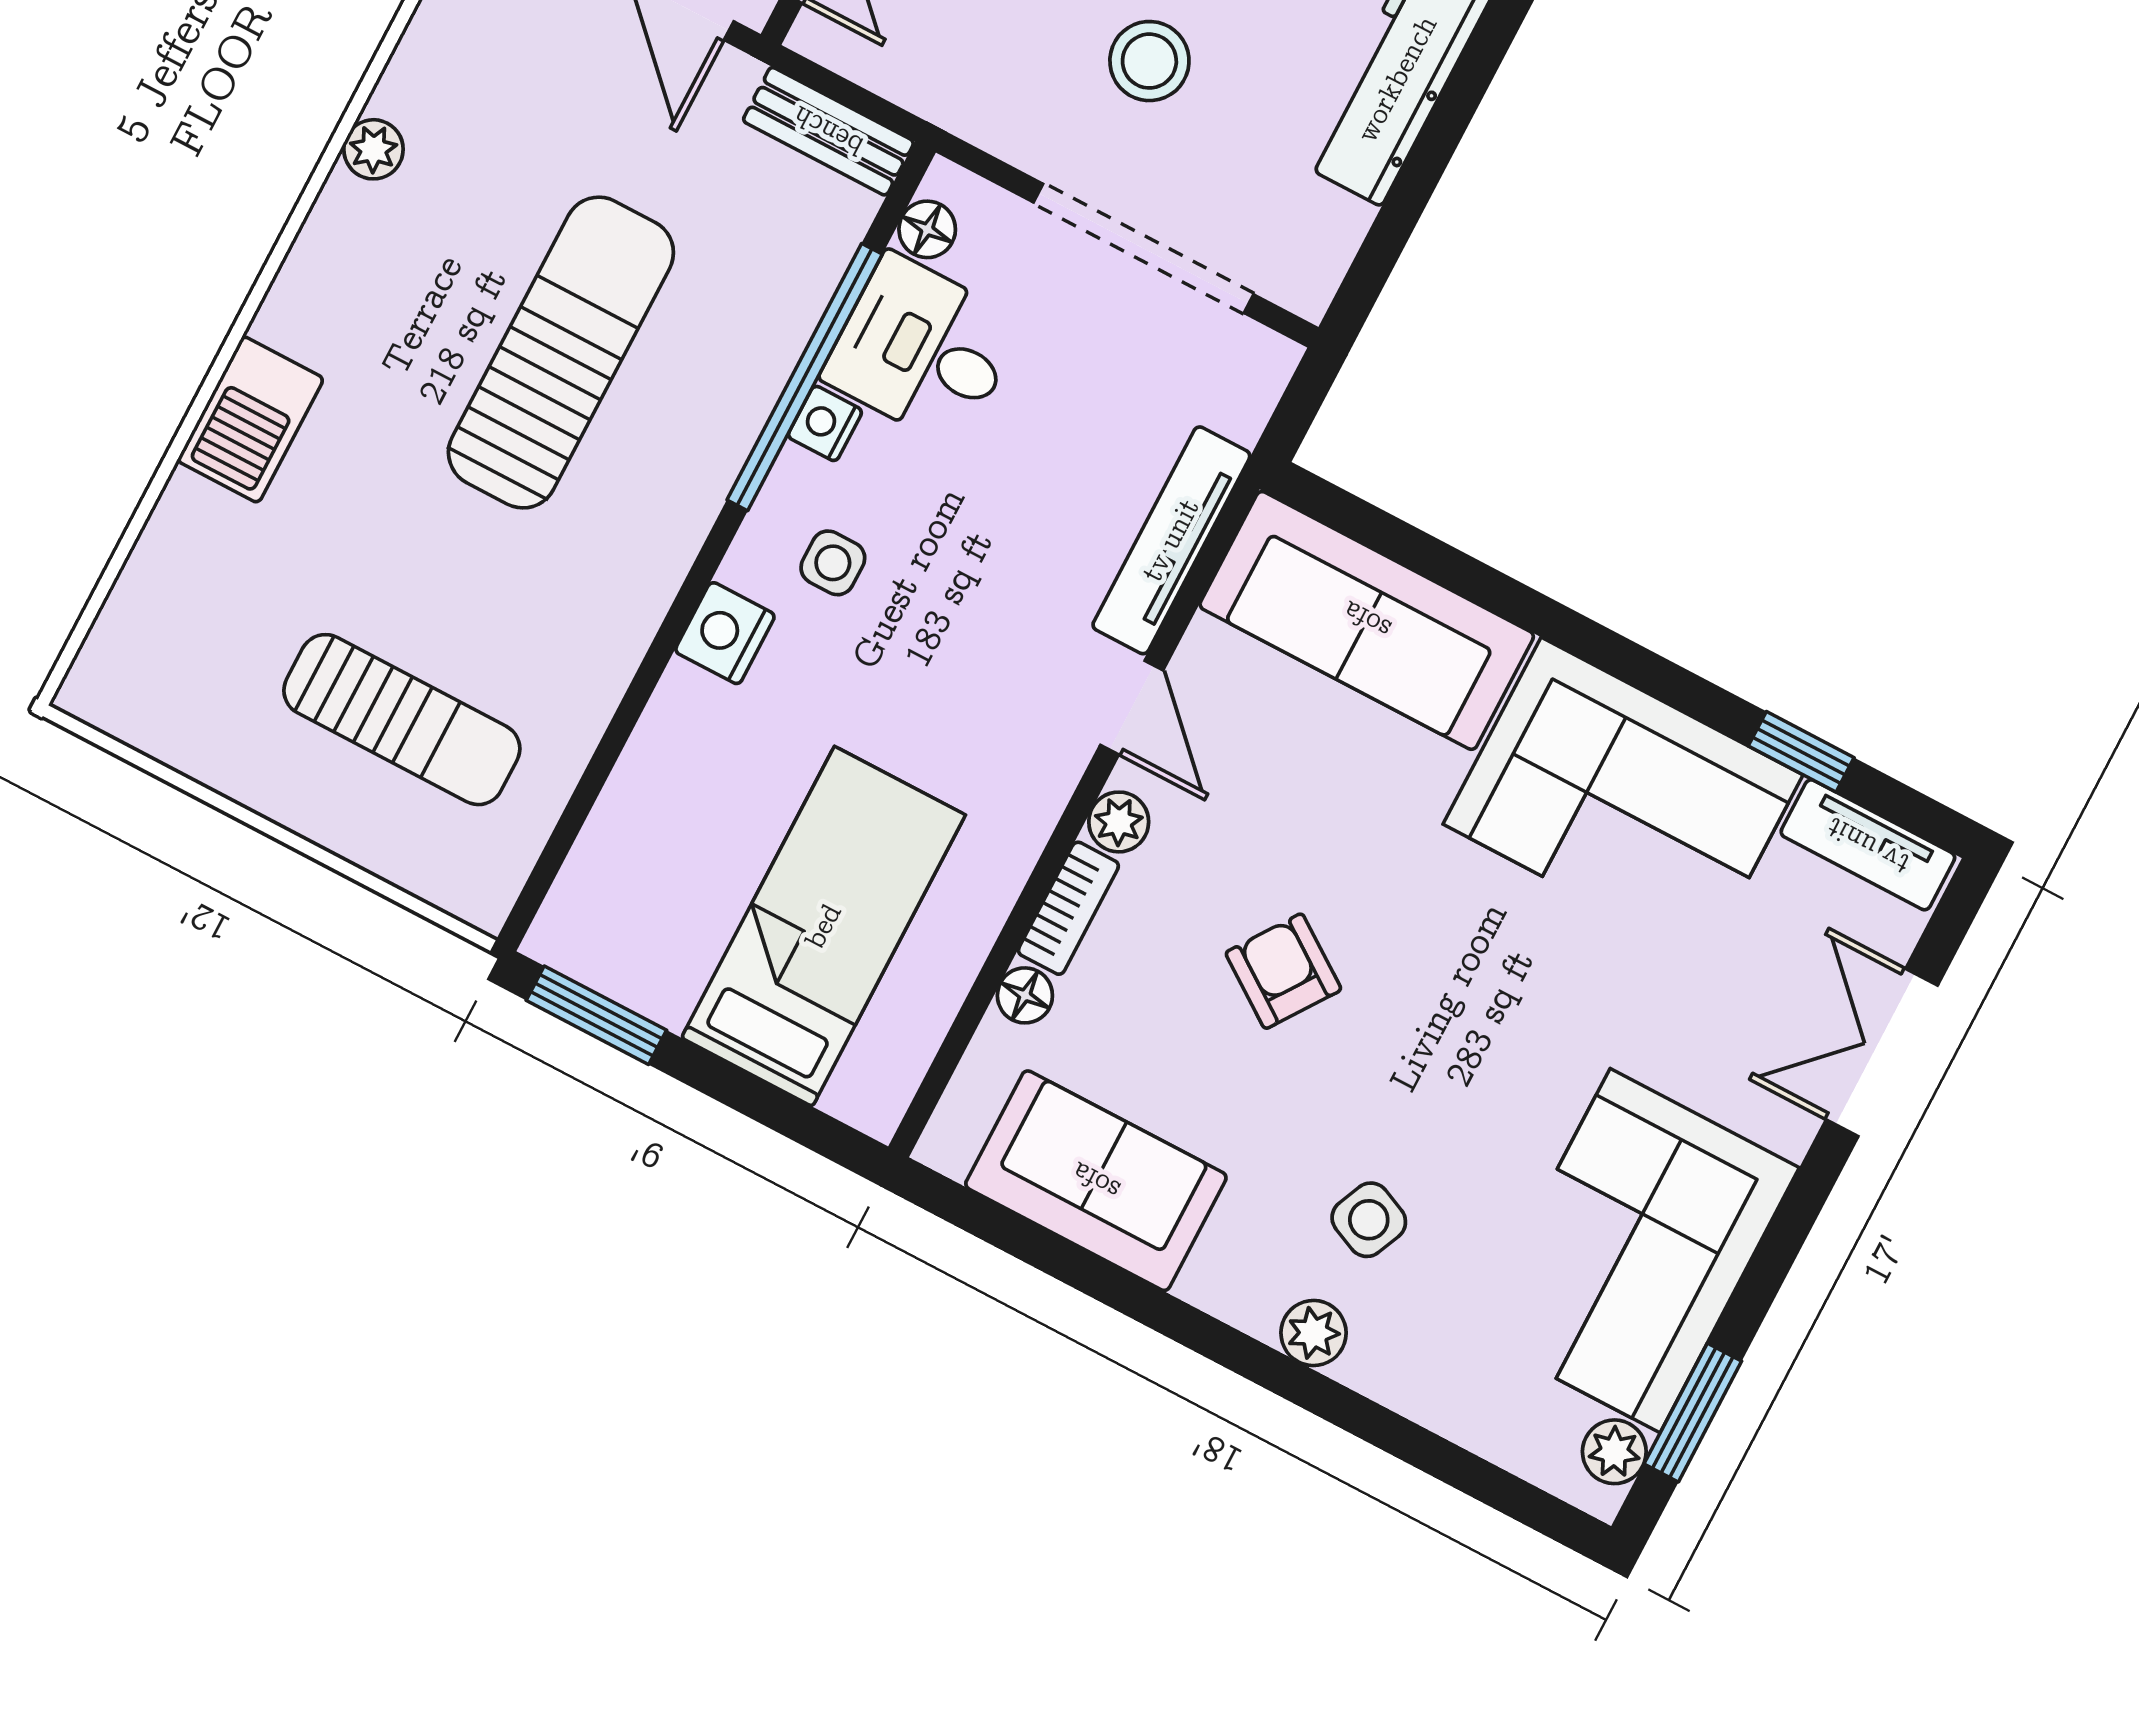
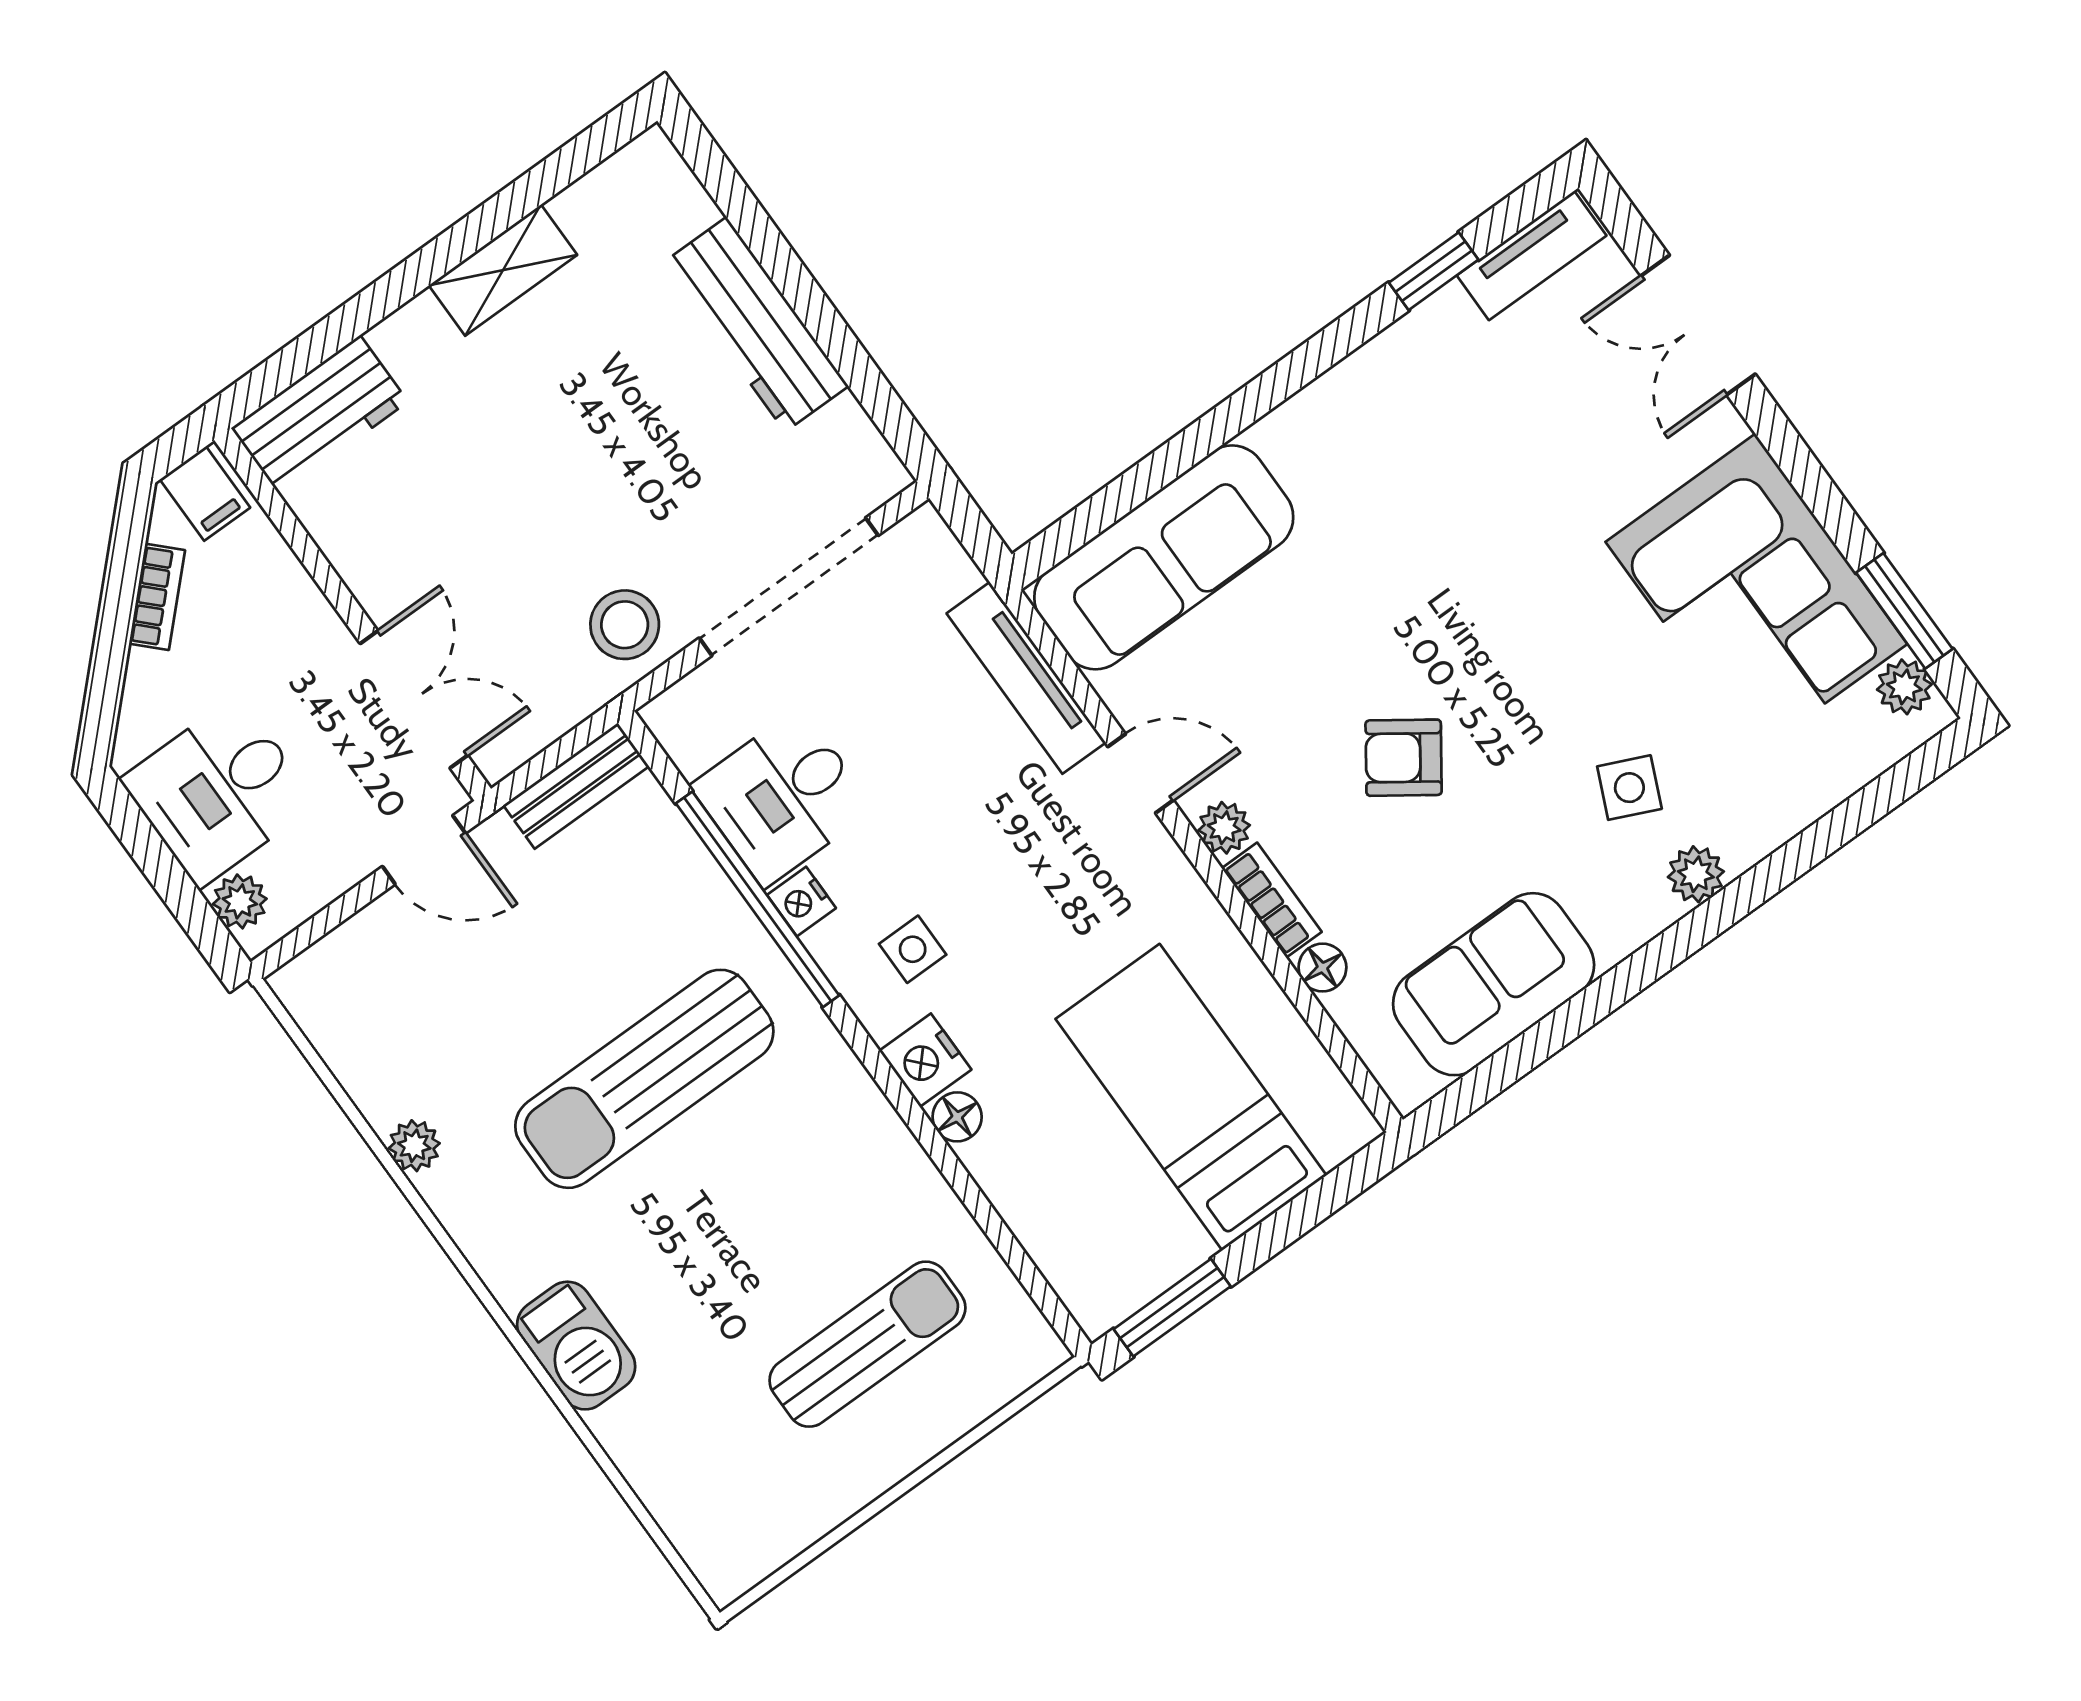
stool: (1149, 61) -> (625, 625), moved
floor lamp: (927, 229) -> (957, 1117), moved
sun lounger: (561, 353) -> (644, 1079), turned -90
corner sofa: (1623, 799) -> (1402, 428), removed

